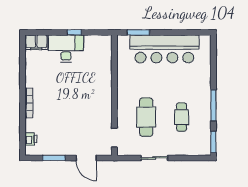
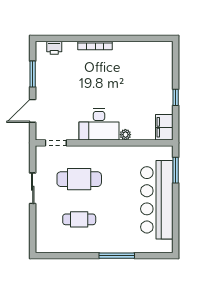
filing cabinet: (36, 42) -> (164, 127), moved
desk: (66, 49) -> (99, 124), moved, turned 90
plant: (107, 76) -> (125, 135), added
window: (213, 105) -> (117, 256), moved
window: (213, 142) -> (51, 256), removed

